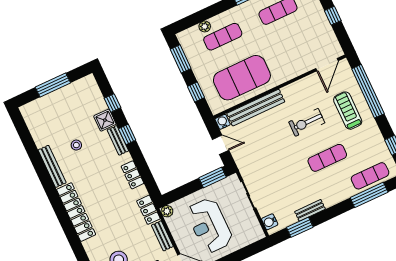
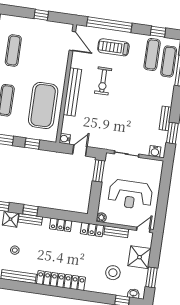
bench: (256, 108) -> (72, 92), moved
exercise mat: (327, 158) -> (152, 54), moved

